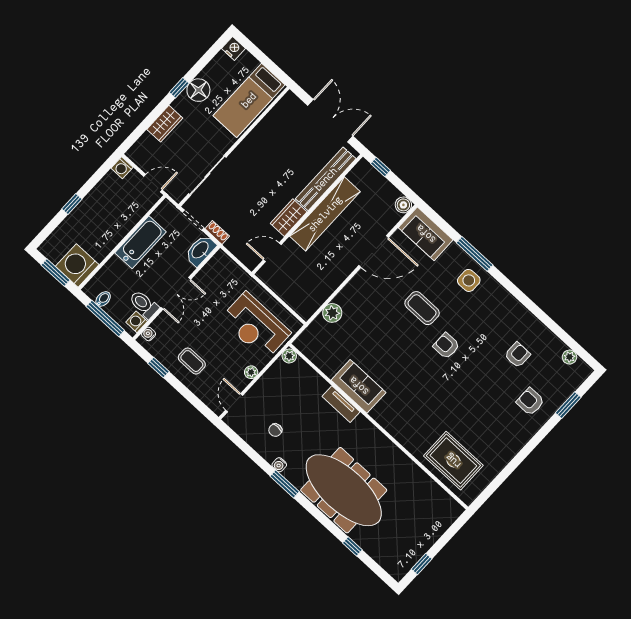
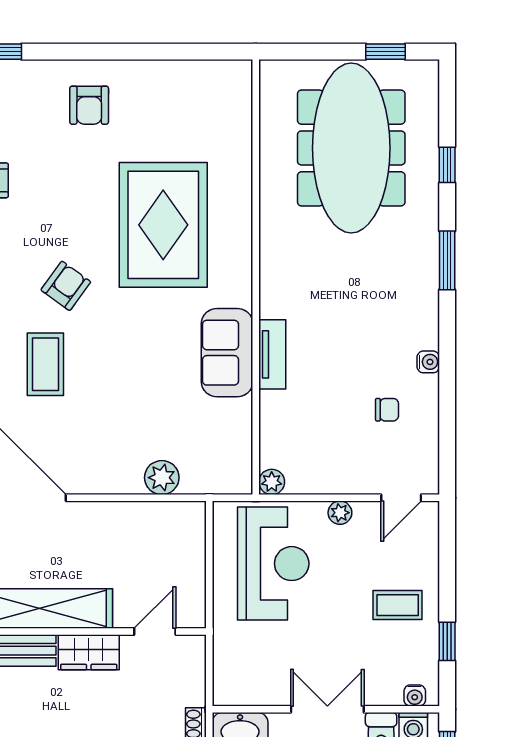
door: (272, 252) -> (155, 632), swing flipped
armchair: (446, 346) -> (66, 286), turned -144
coffee table: (192, 361) -> (398, 605), turned 90
armchair: (530, 402) -> (89, 105), moved
rug: (453, 461) -> (163, 225), moved, width x1.37, depth x1.44
window: (285, 484) -> (447, 260), moved
meeting table: (344, 490) -> (351, 148), moved

